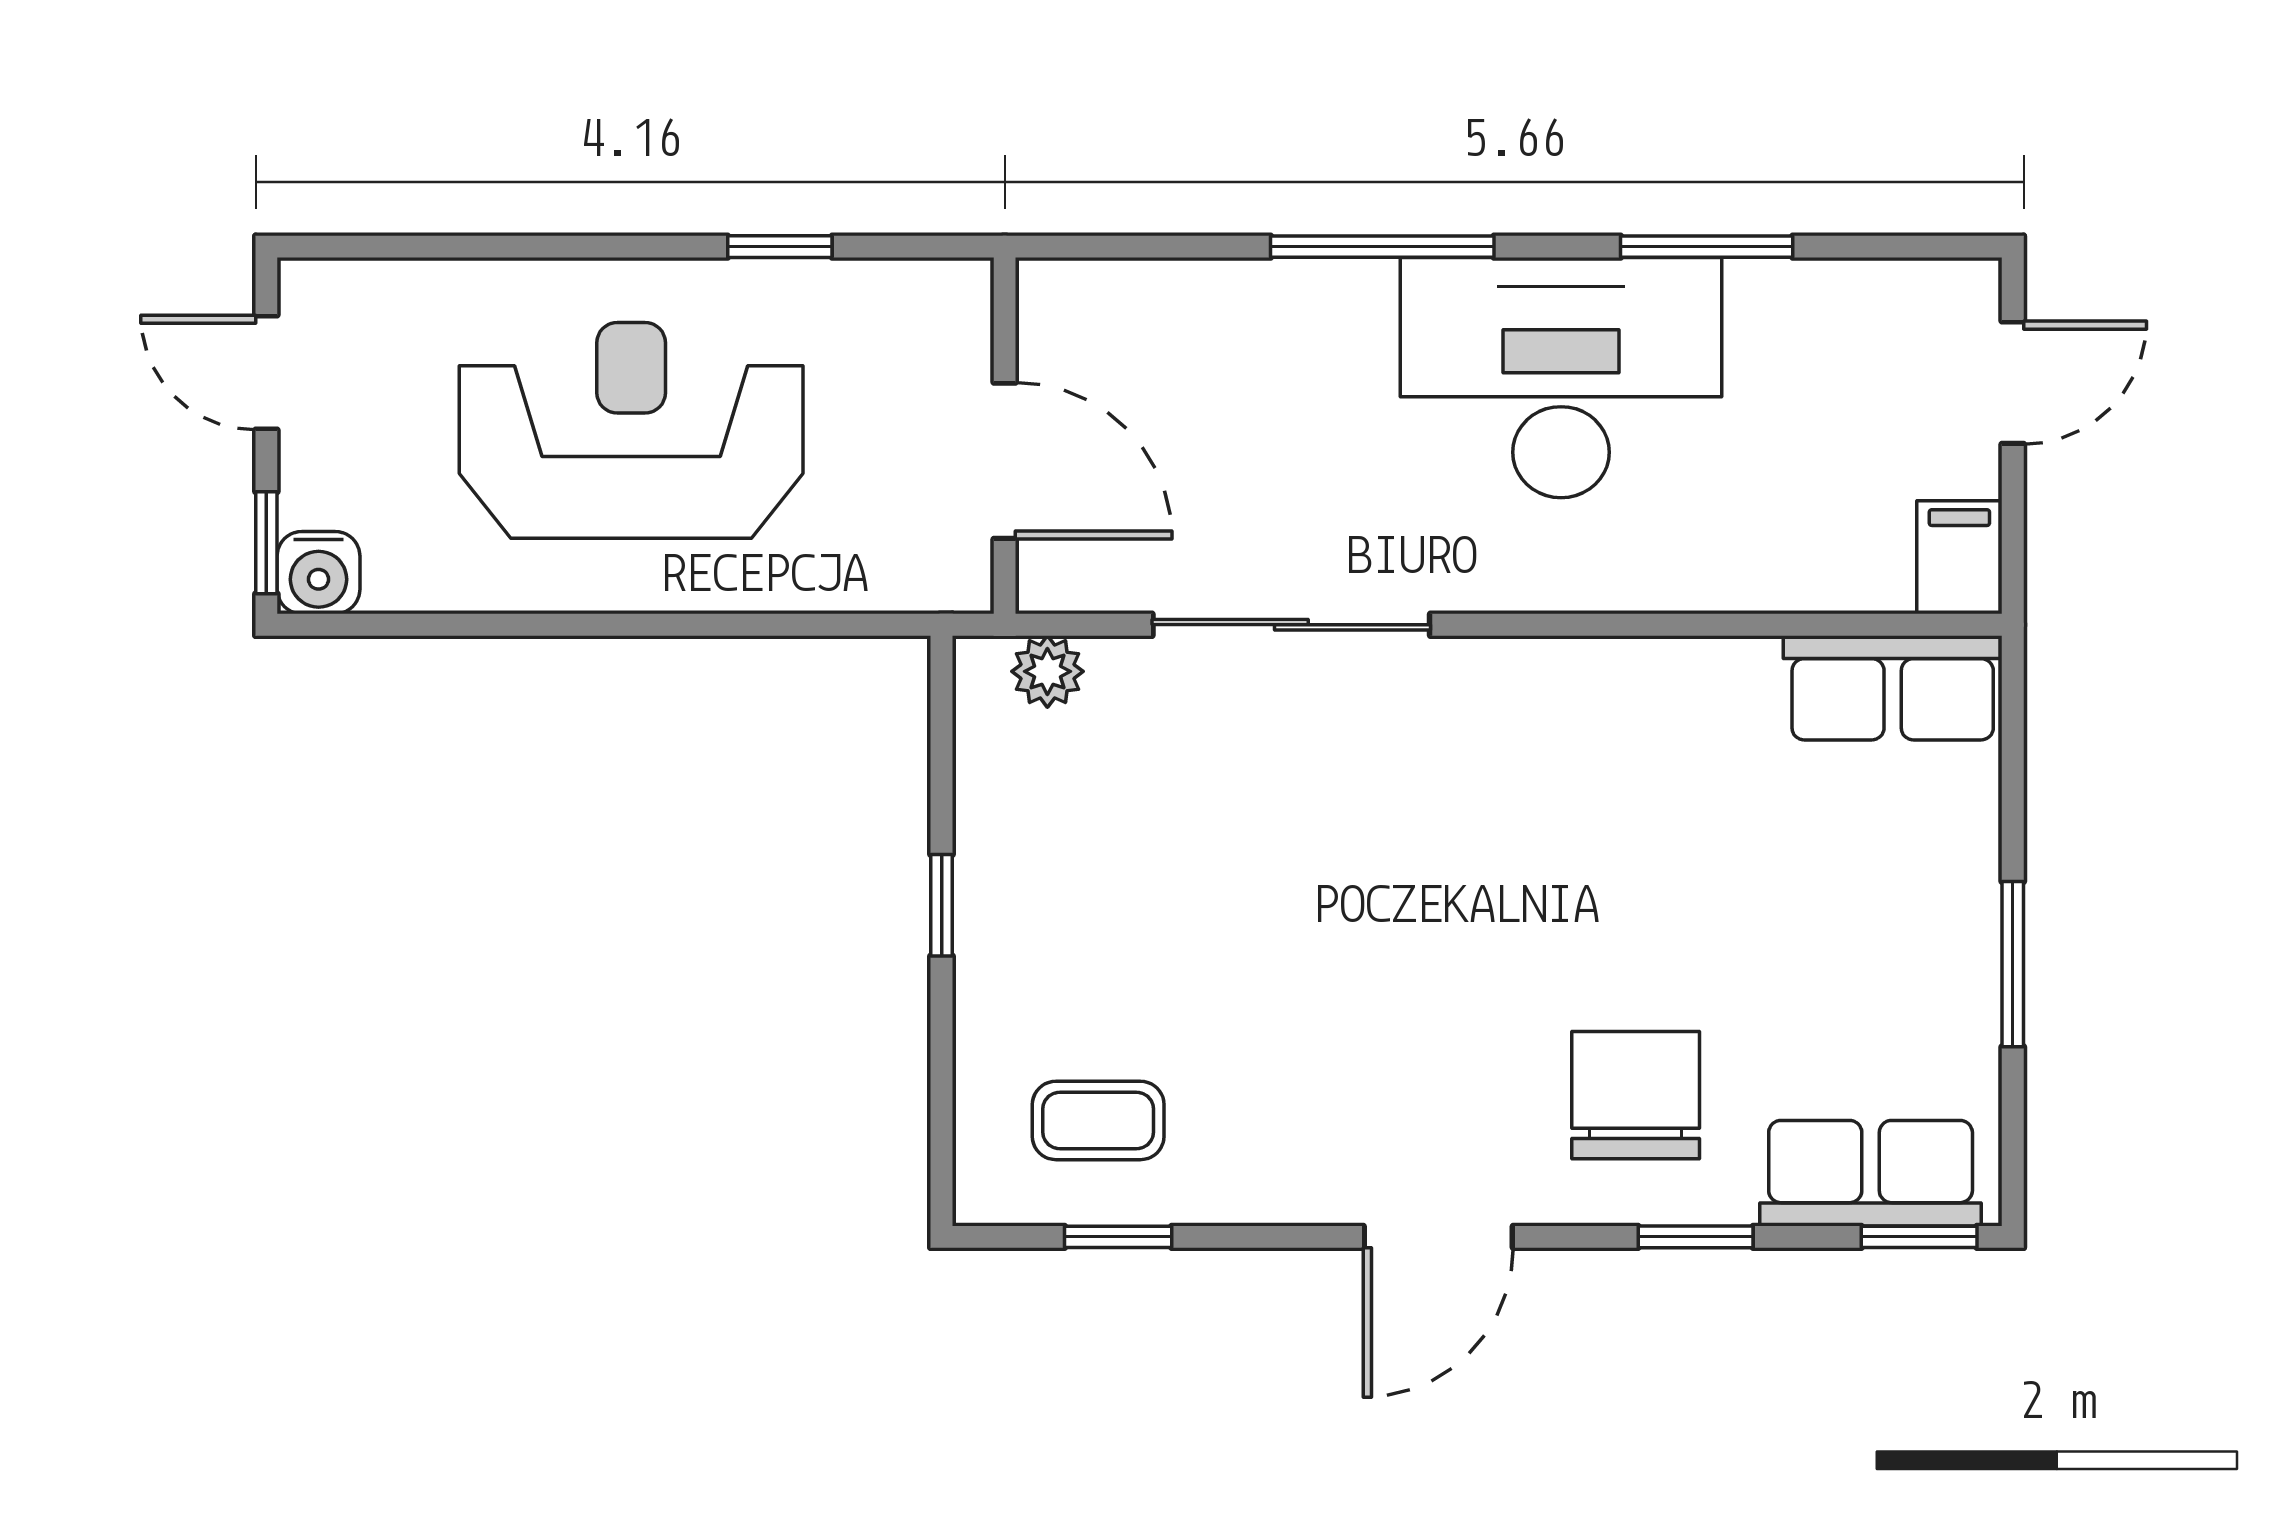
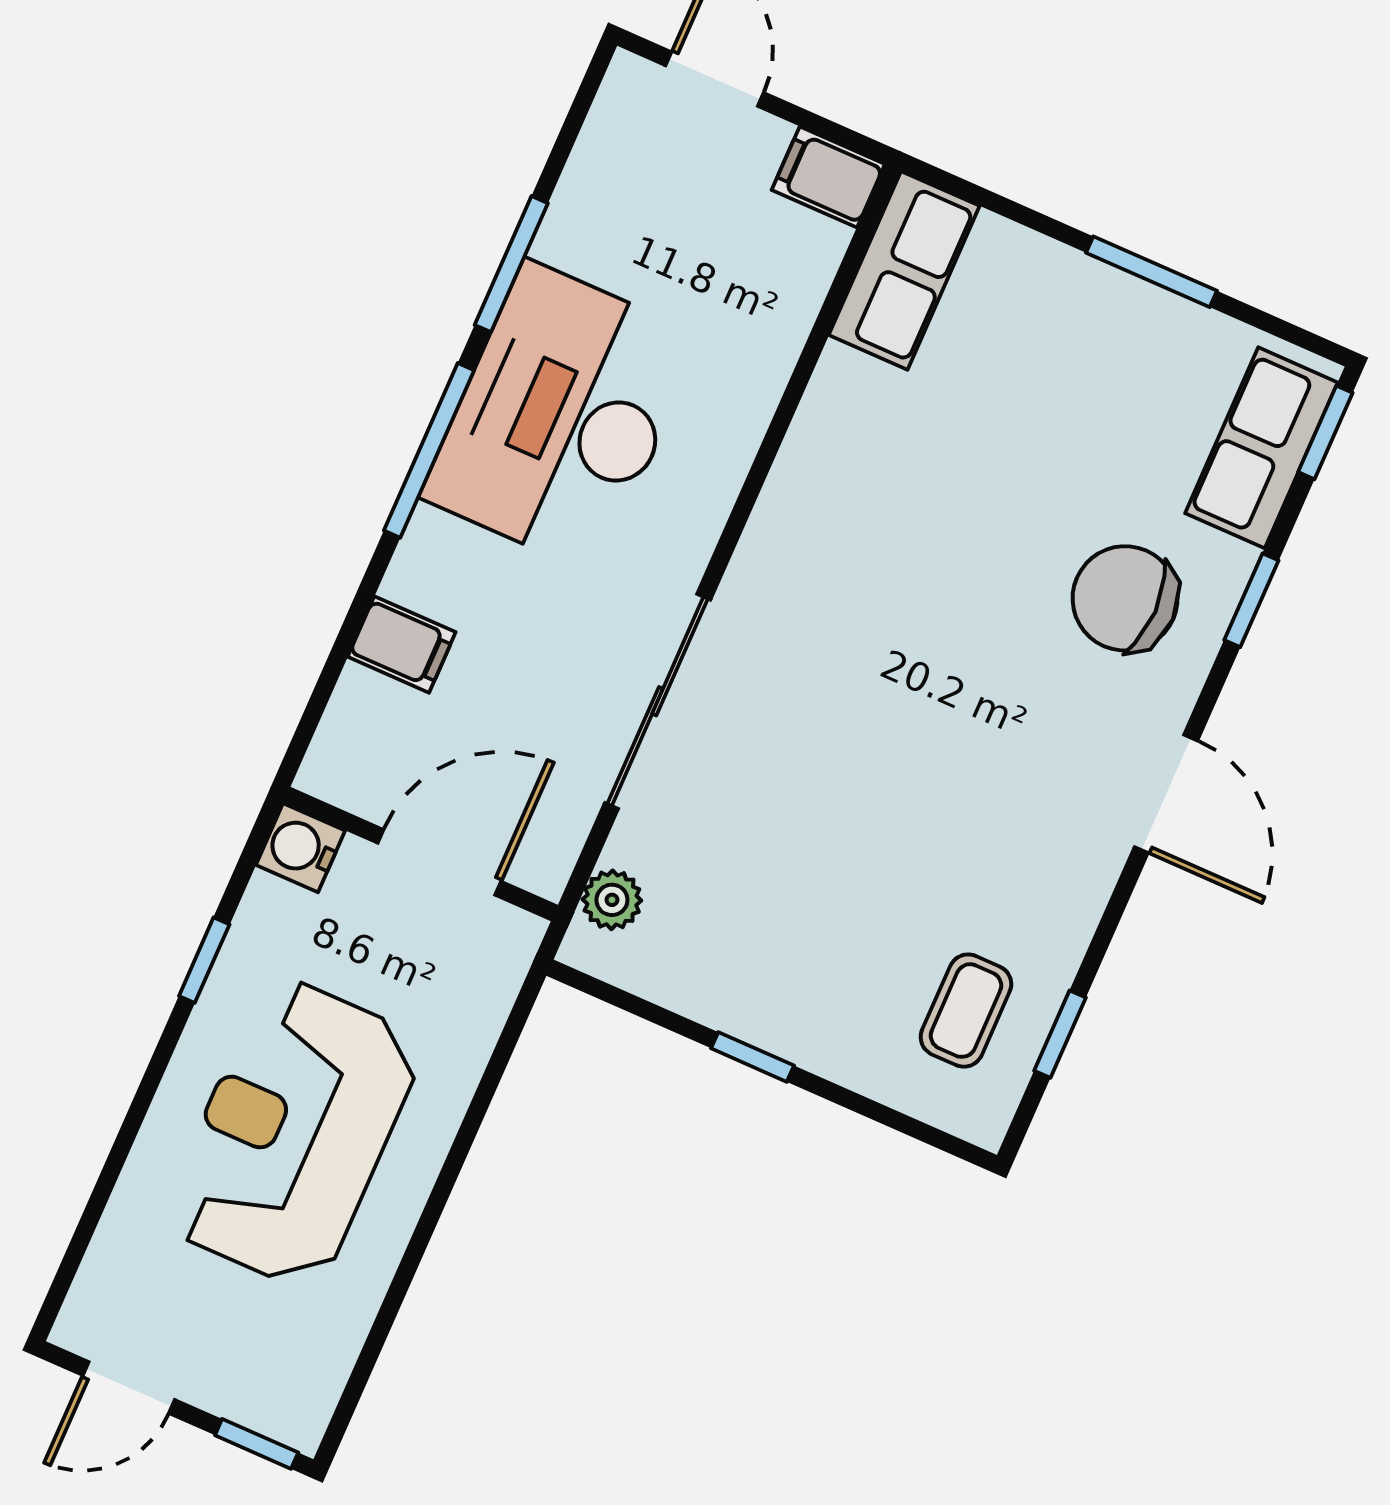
window: (1382, 247) -> (429, 450), moved
filing cabinet: (1229, 312) -> (402, 644), added
water cooler: (319, 573) -> (300, 848), moved, turned 180

